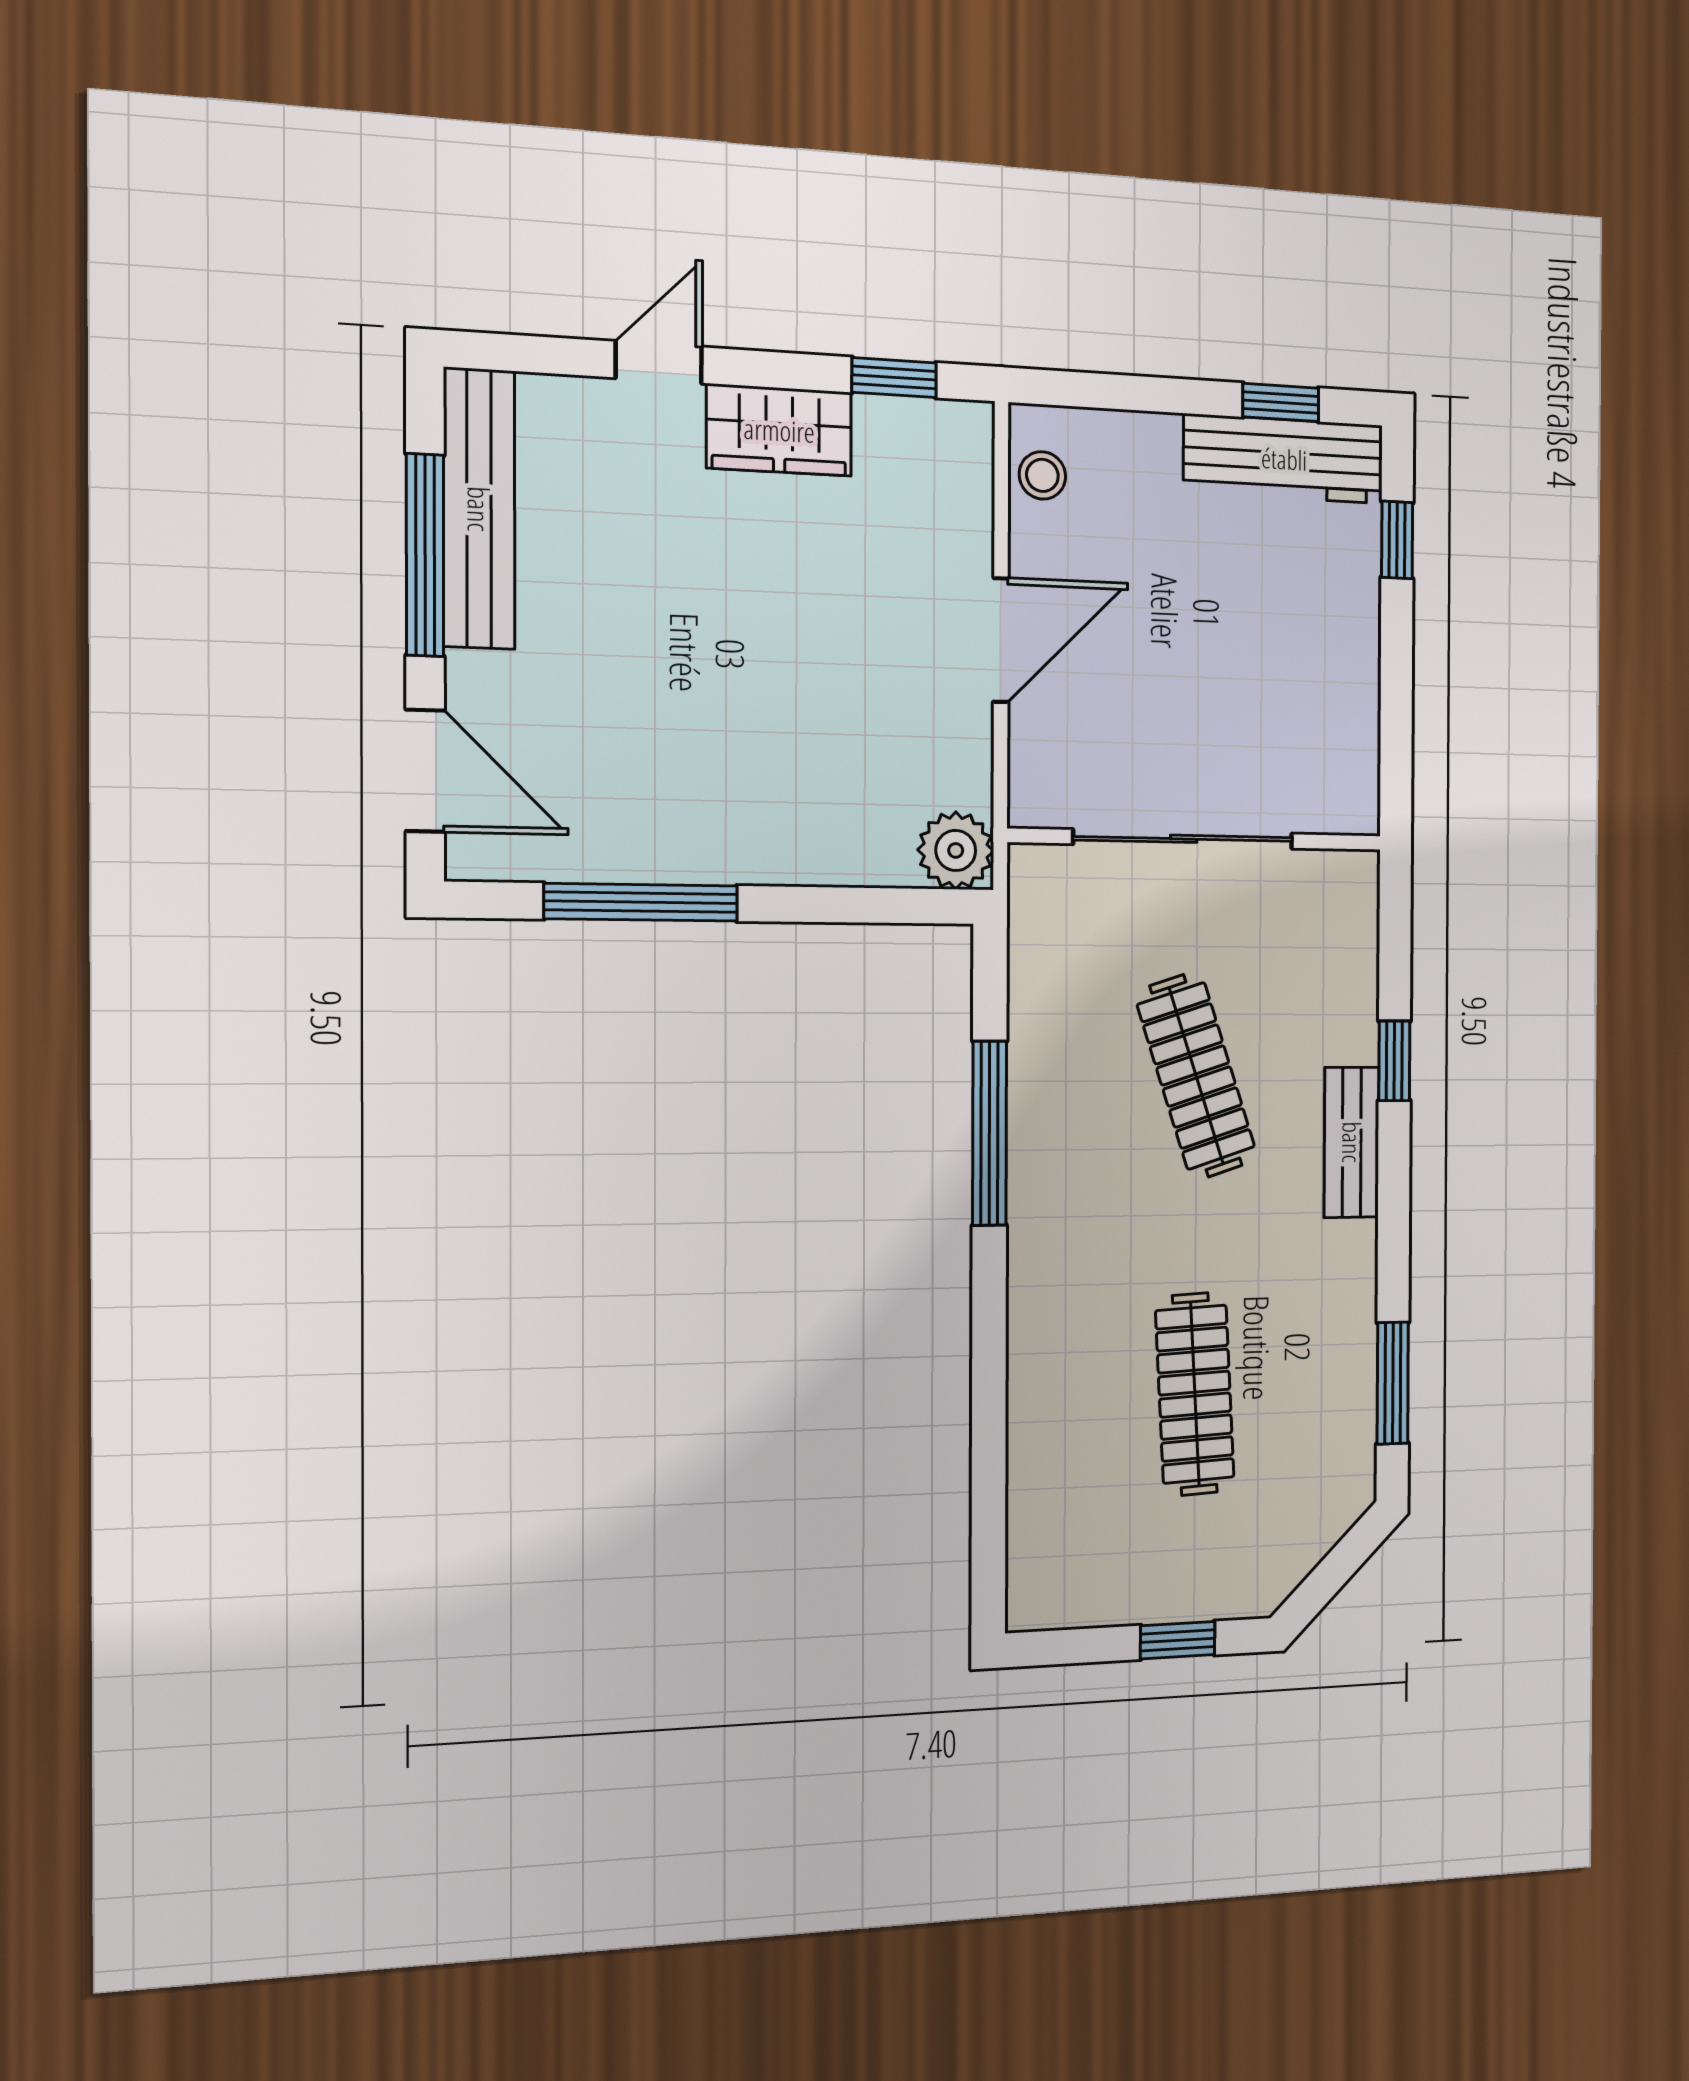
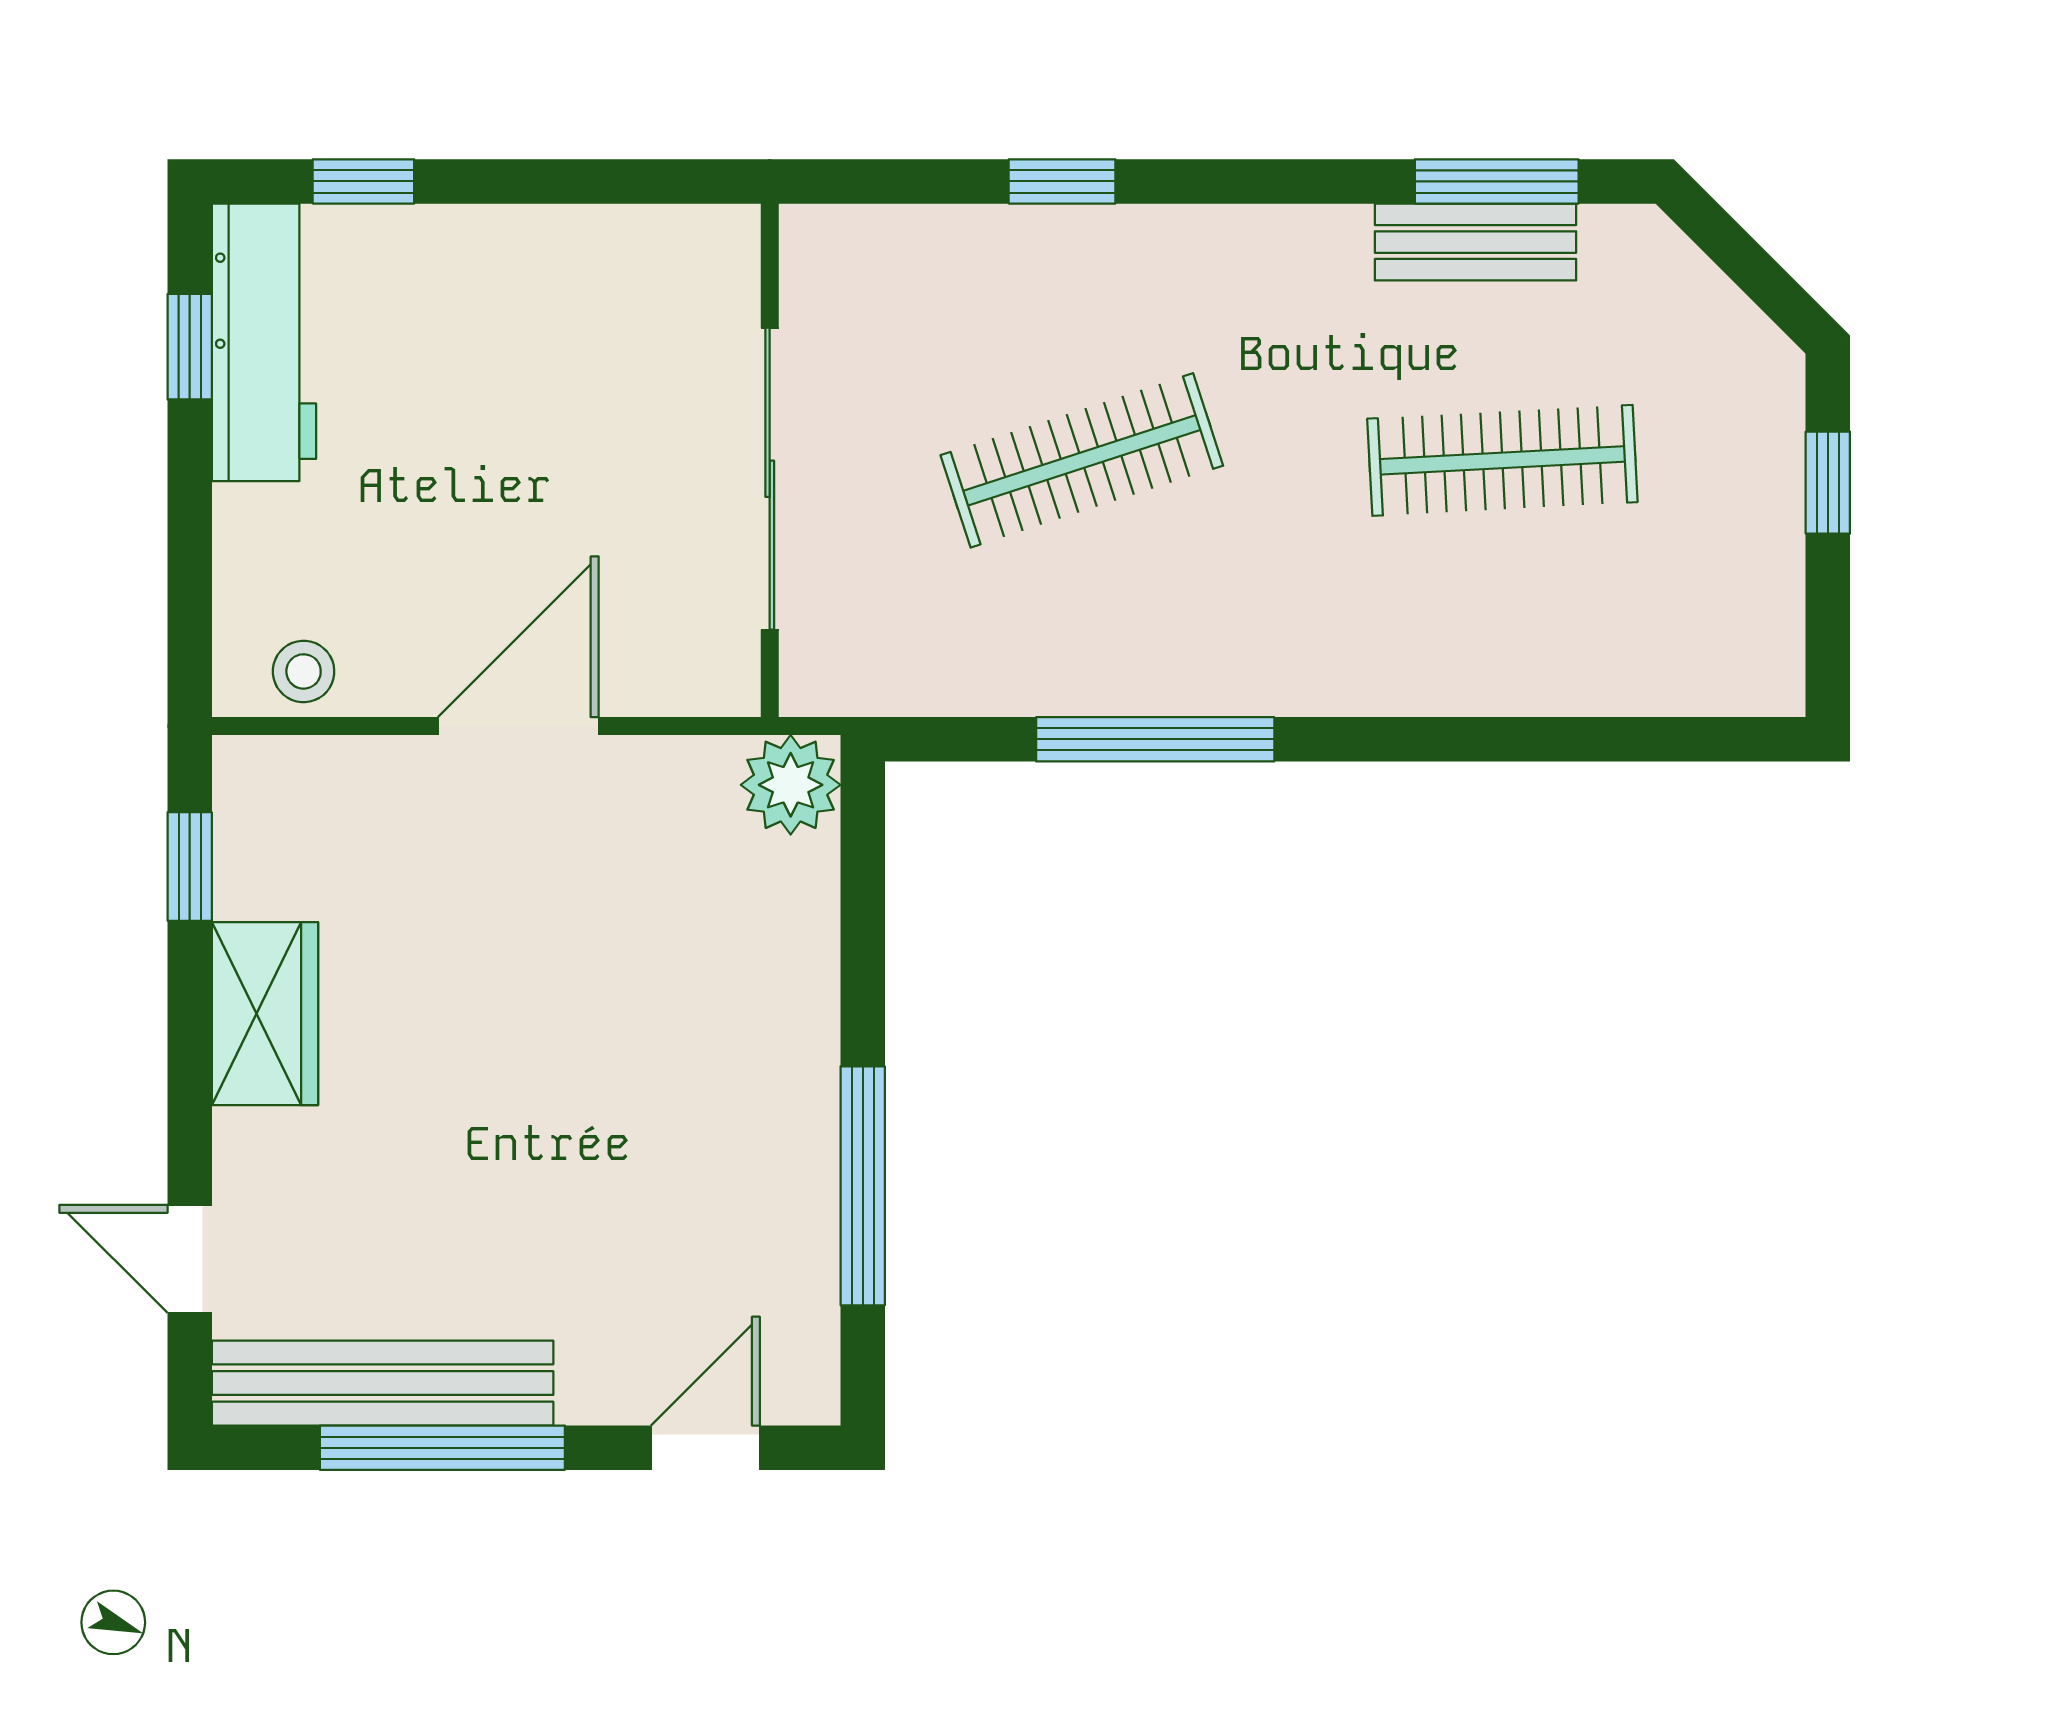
door: (659, 362) -> (190, 1259), moved
door: (1001, 640) -> (518, 726), hinge flipped
door: (425, 771) -> (705, 1448), width x0.73
bench: (1352, 1142) -> (1475, 242), moved

